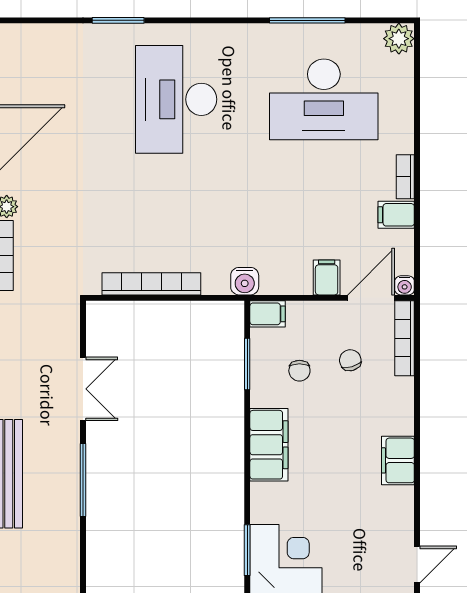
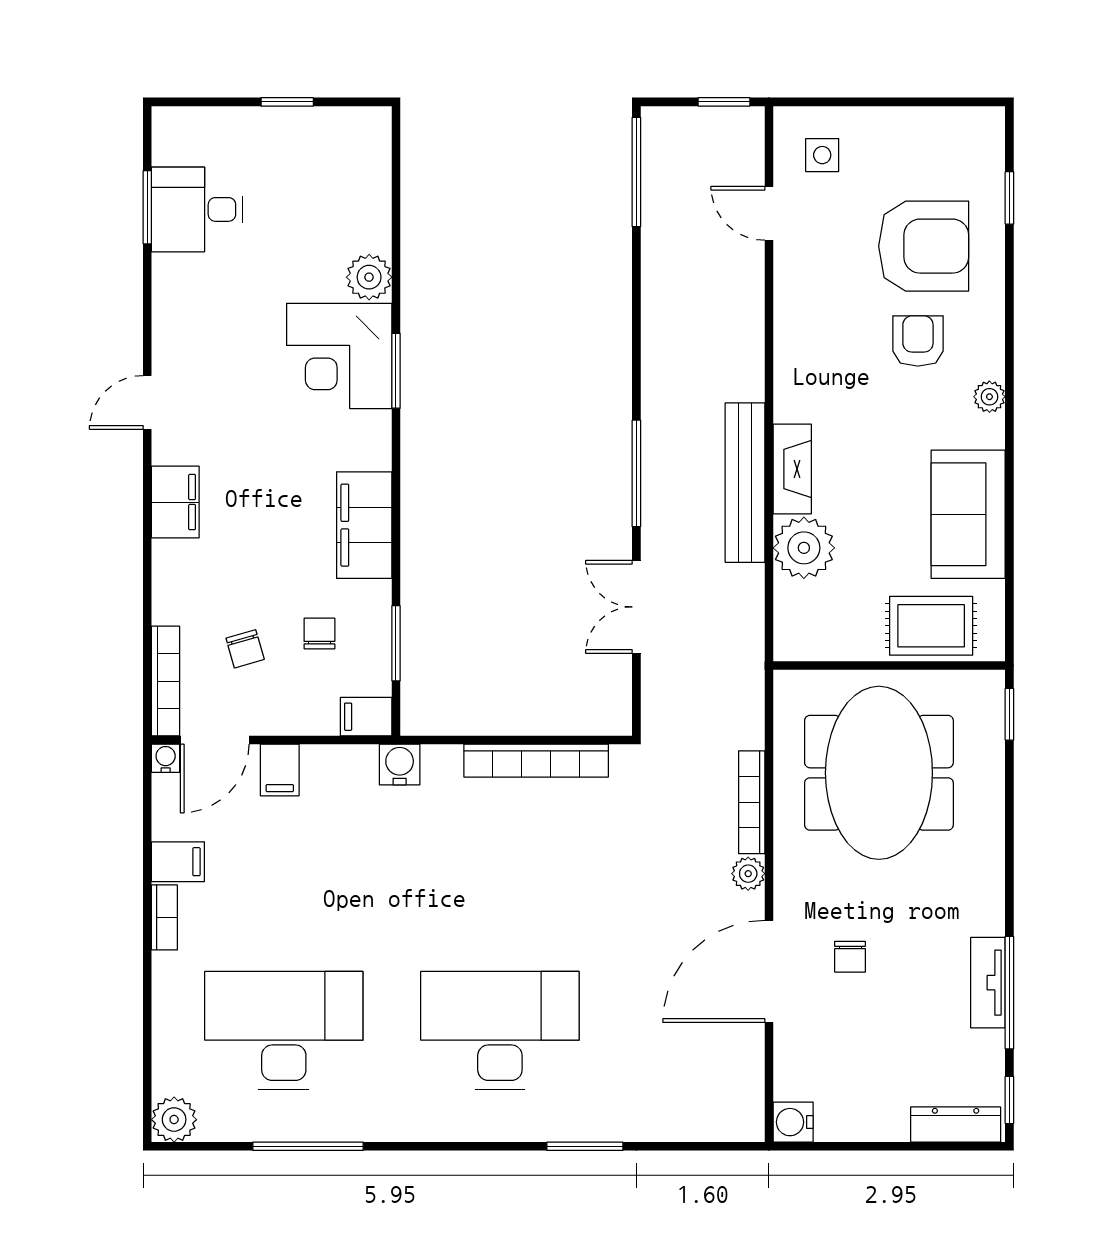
desk: (176, 99) -> (500, 1031), turned -90
door: (417, 564) -> (147, 402), moved

